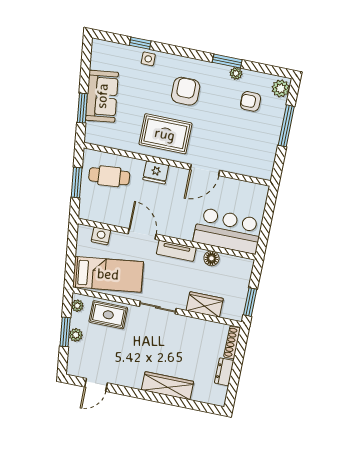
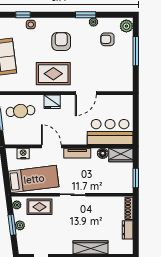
wardrobe: (205, 304) -> (121, 155), moved, turned 180

